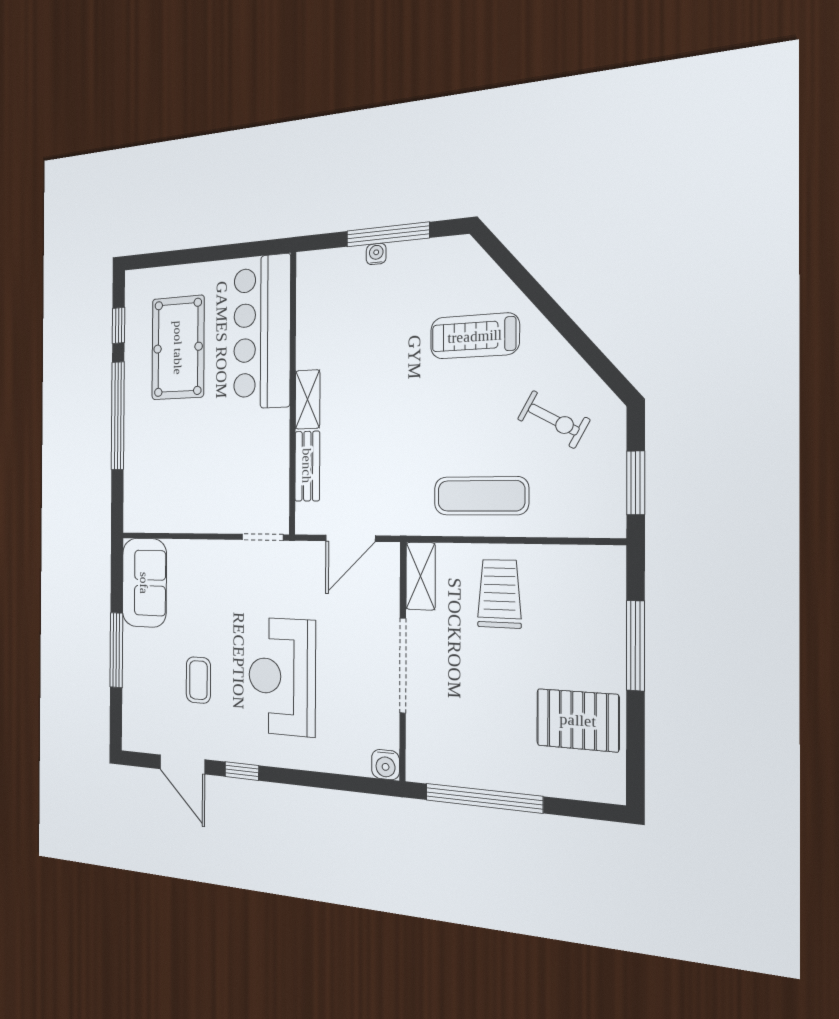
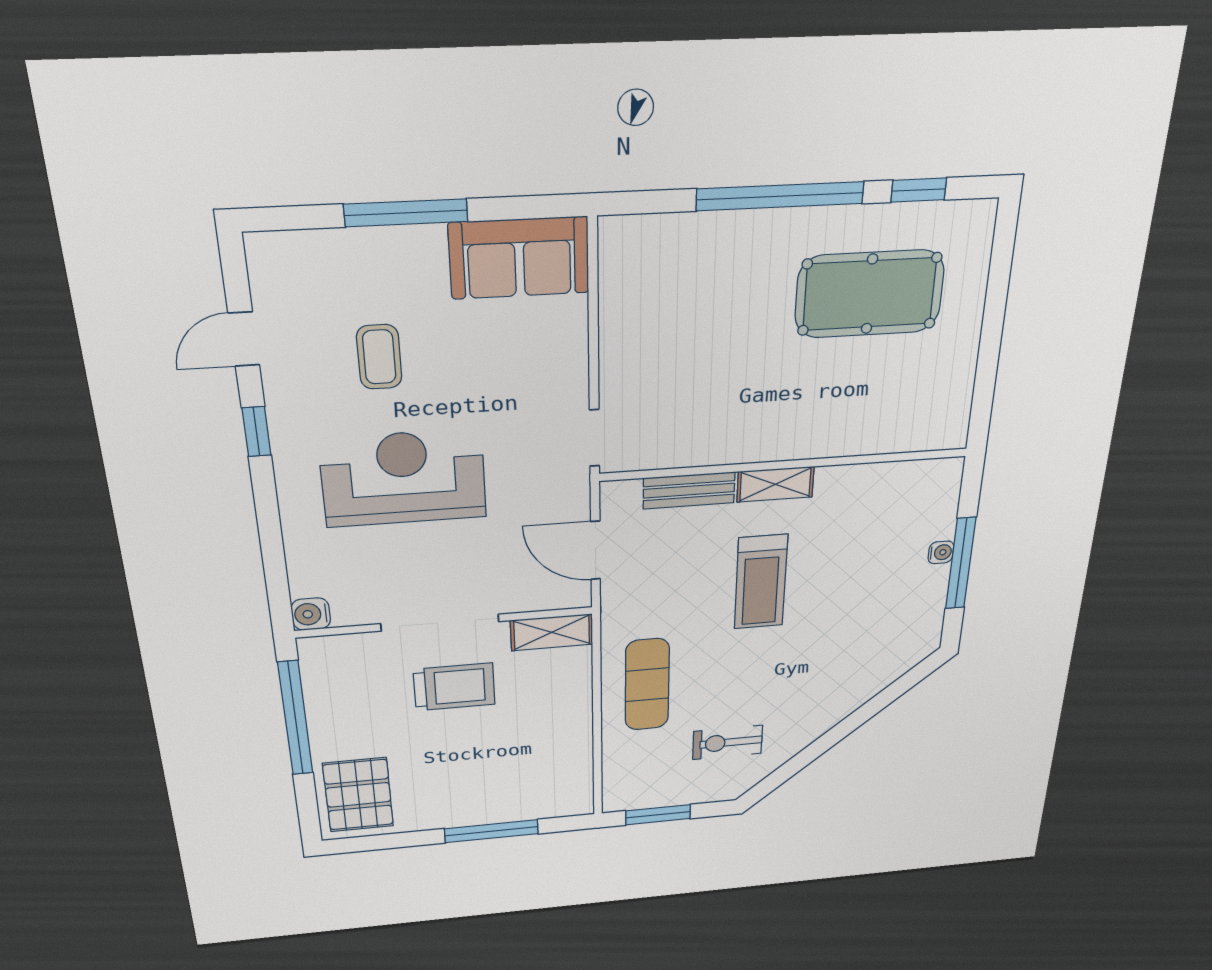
bar counter: (262, 332) -> (872, 418), removed
treadmill: (475, 336) -> (761, 582), moved, turned 180
exercise bike: (554, 419) -> (728, 742), turned 61
trolley: (499, 594) -> (454, 687), moved
coffee table: (198, 680) -> (379, 357), turned 90
pallet: (578, 720) -> (358, 795), moved
door: (182, 764) -> (244, 339), width x0.73

